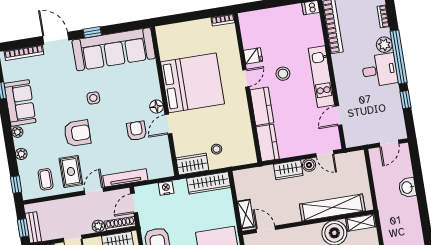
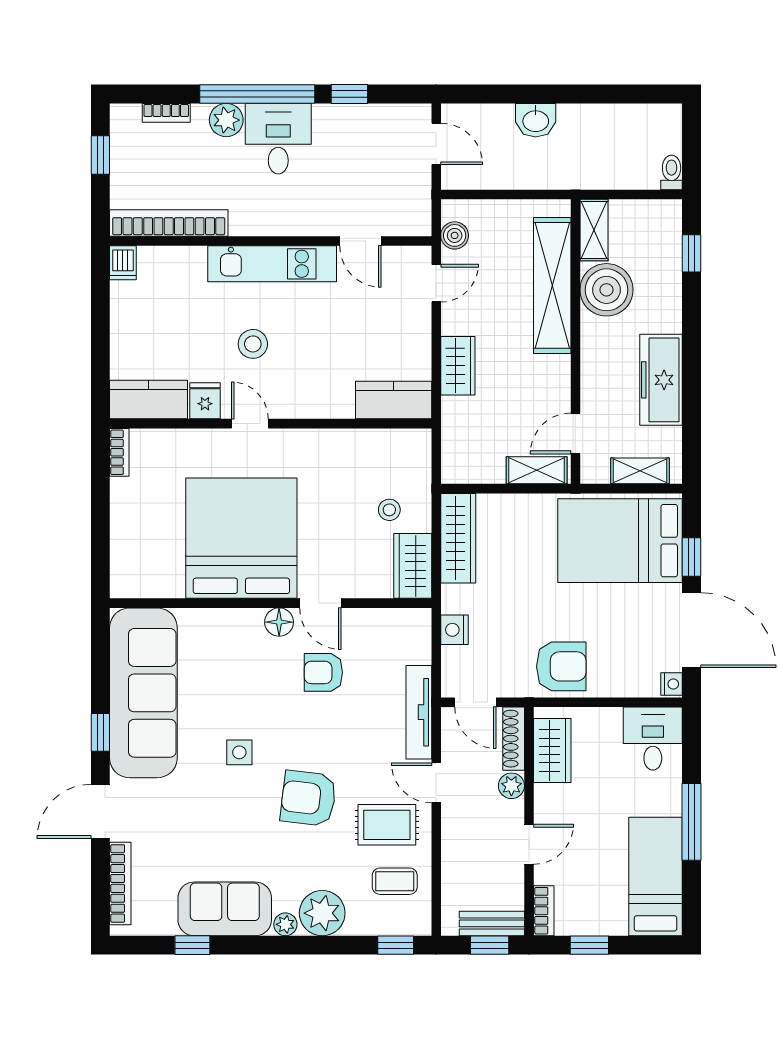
kitchen counter: (262, 106) -> (148, 400), moved
armchair: (77, 133) -> (308, 798), turned -83
plant: (21, 154) -> (322, 913), width x1.87, depth x1.87
boiler: (309, 165) -> (455, 235), moved

